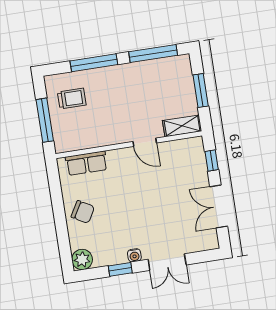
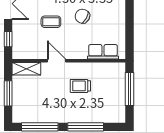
trolley: (72, 99) -> (80, 86), moved
coffee table: (160, 192) -> (51, 22), added
chair: (83, 212) -> (82, 16), moved

